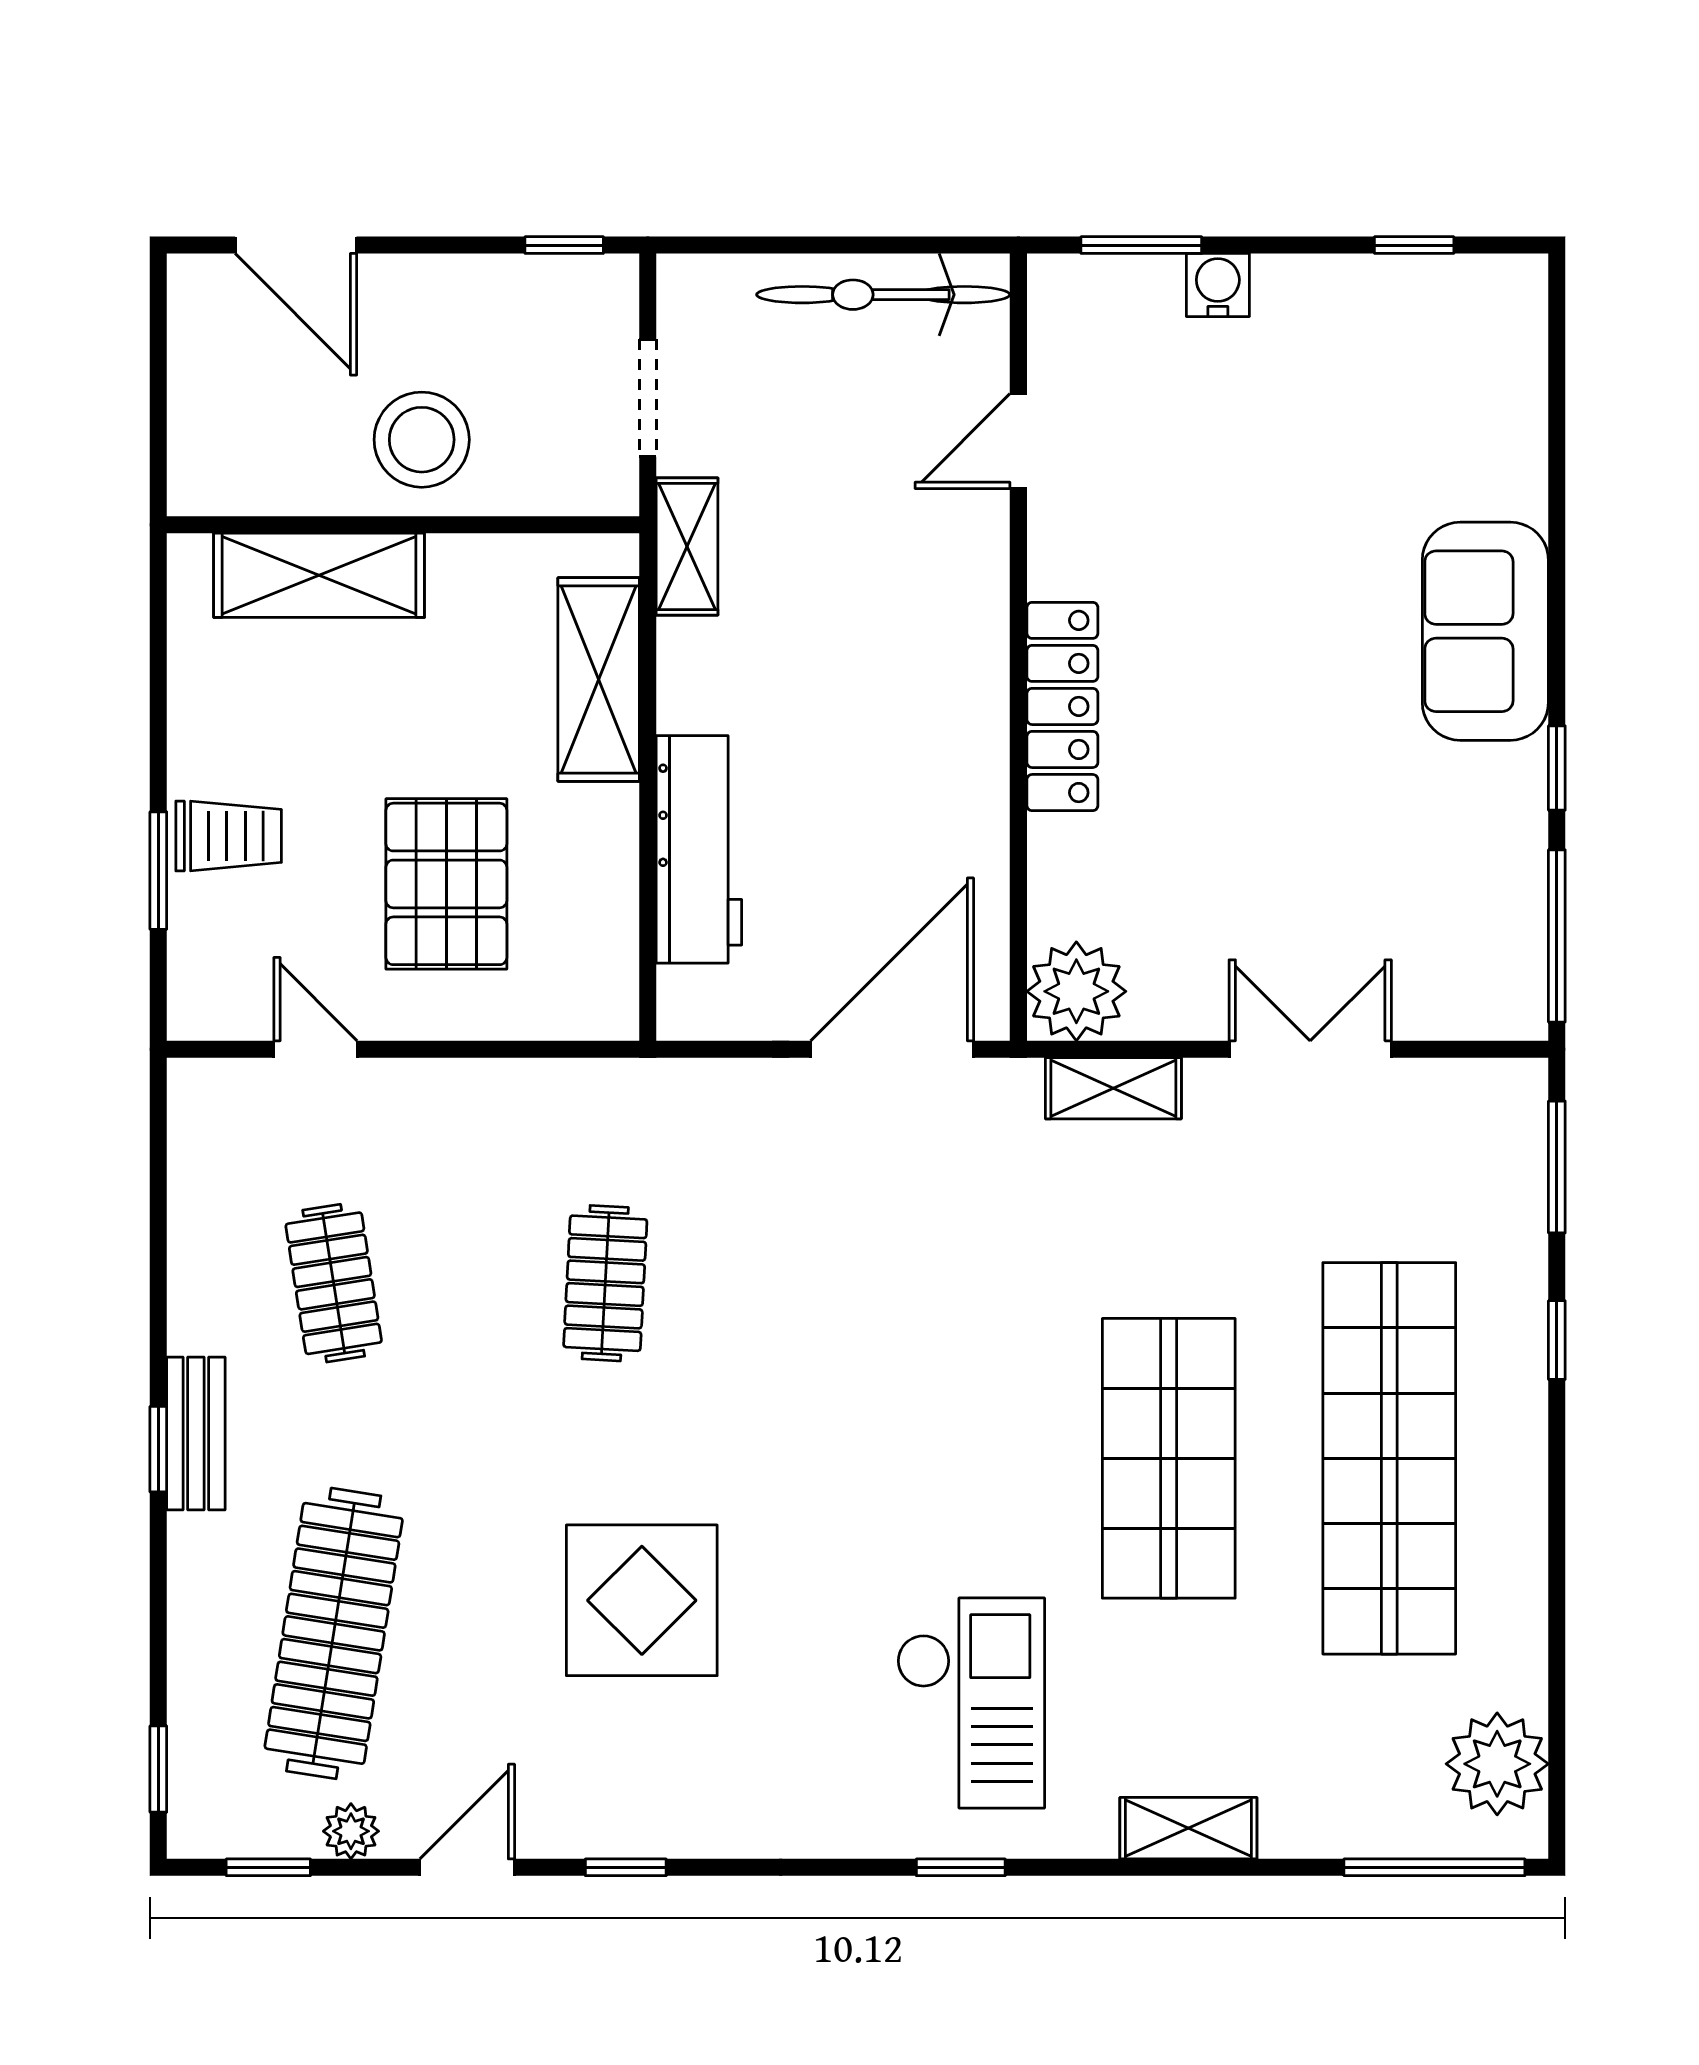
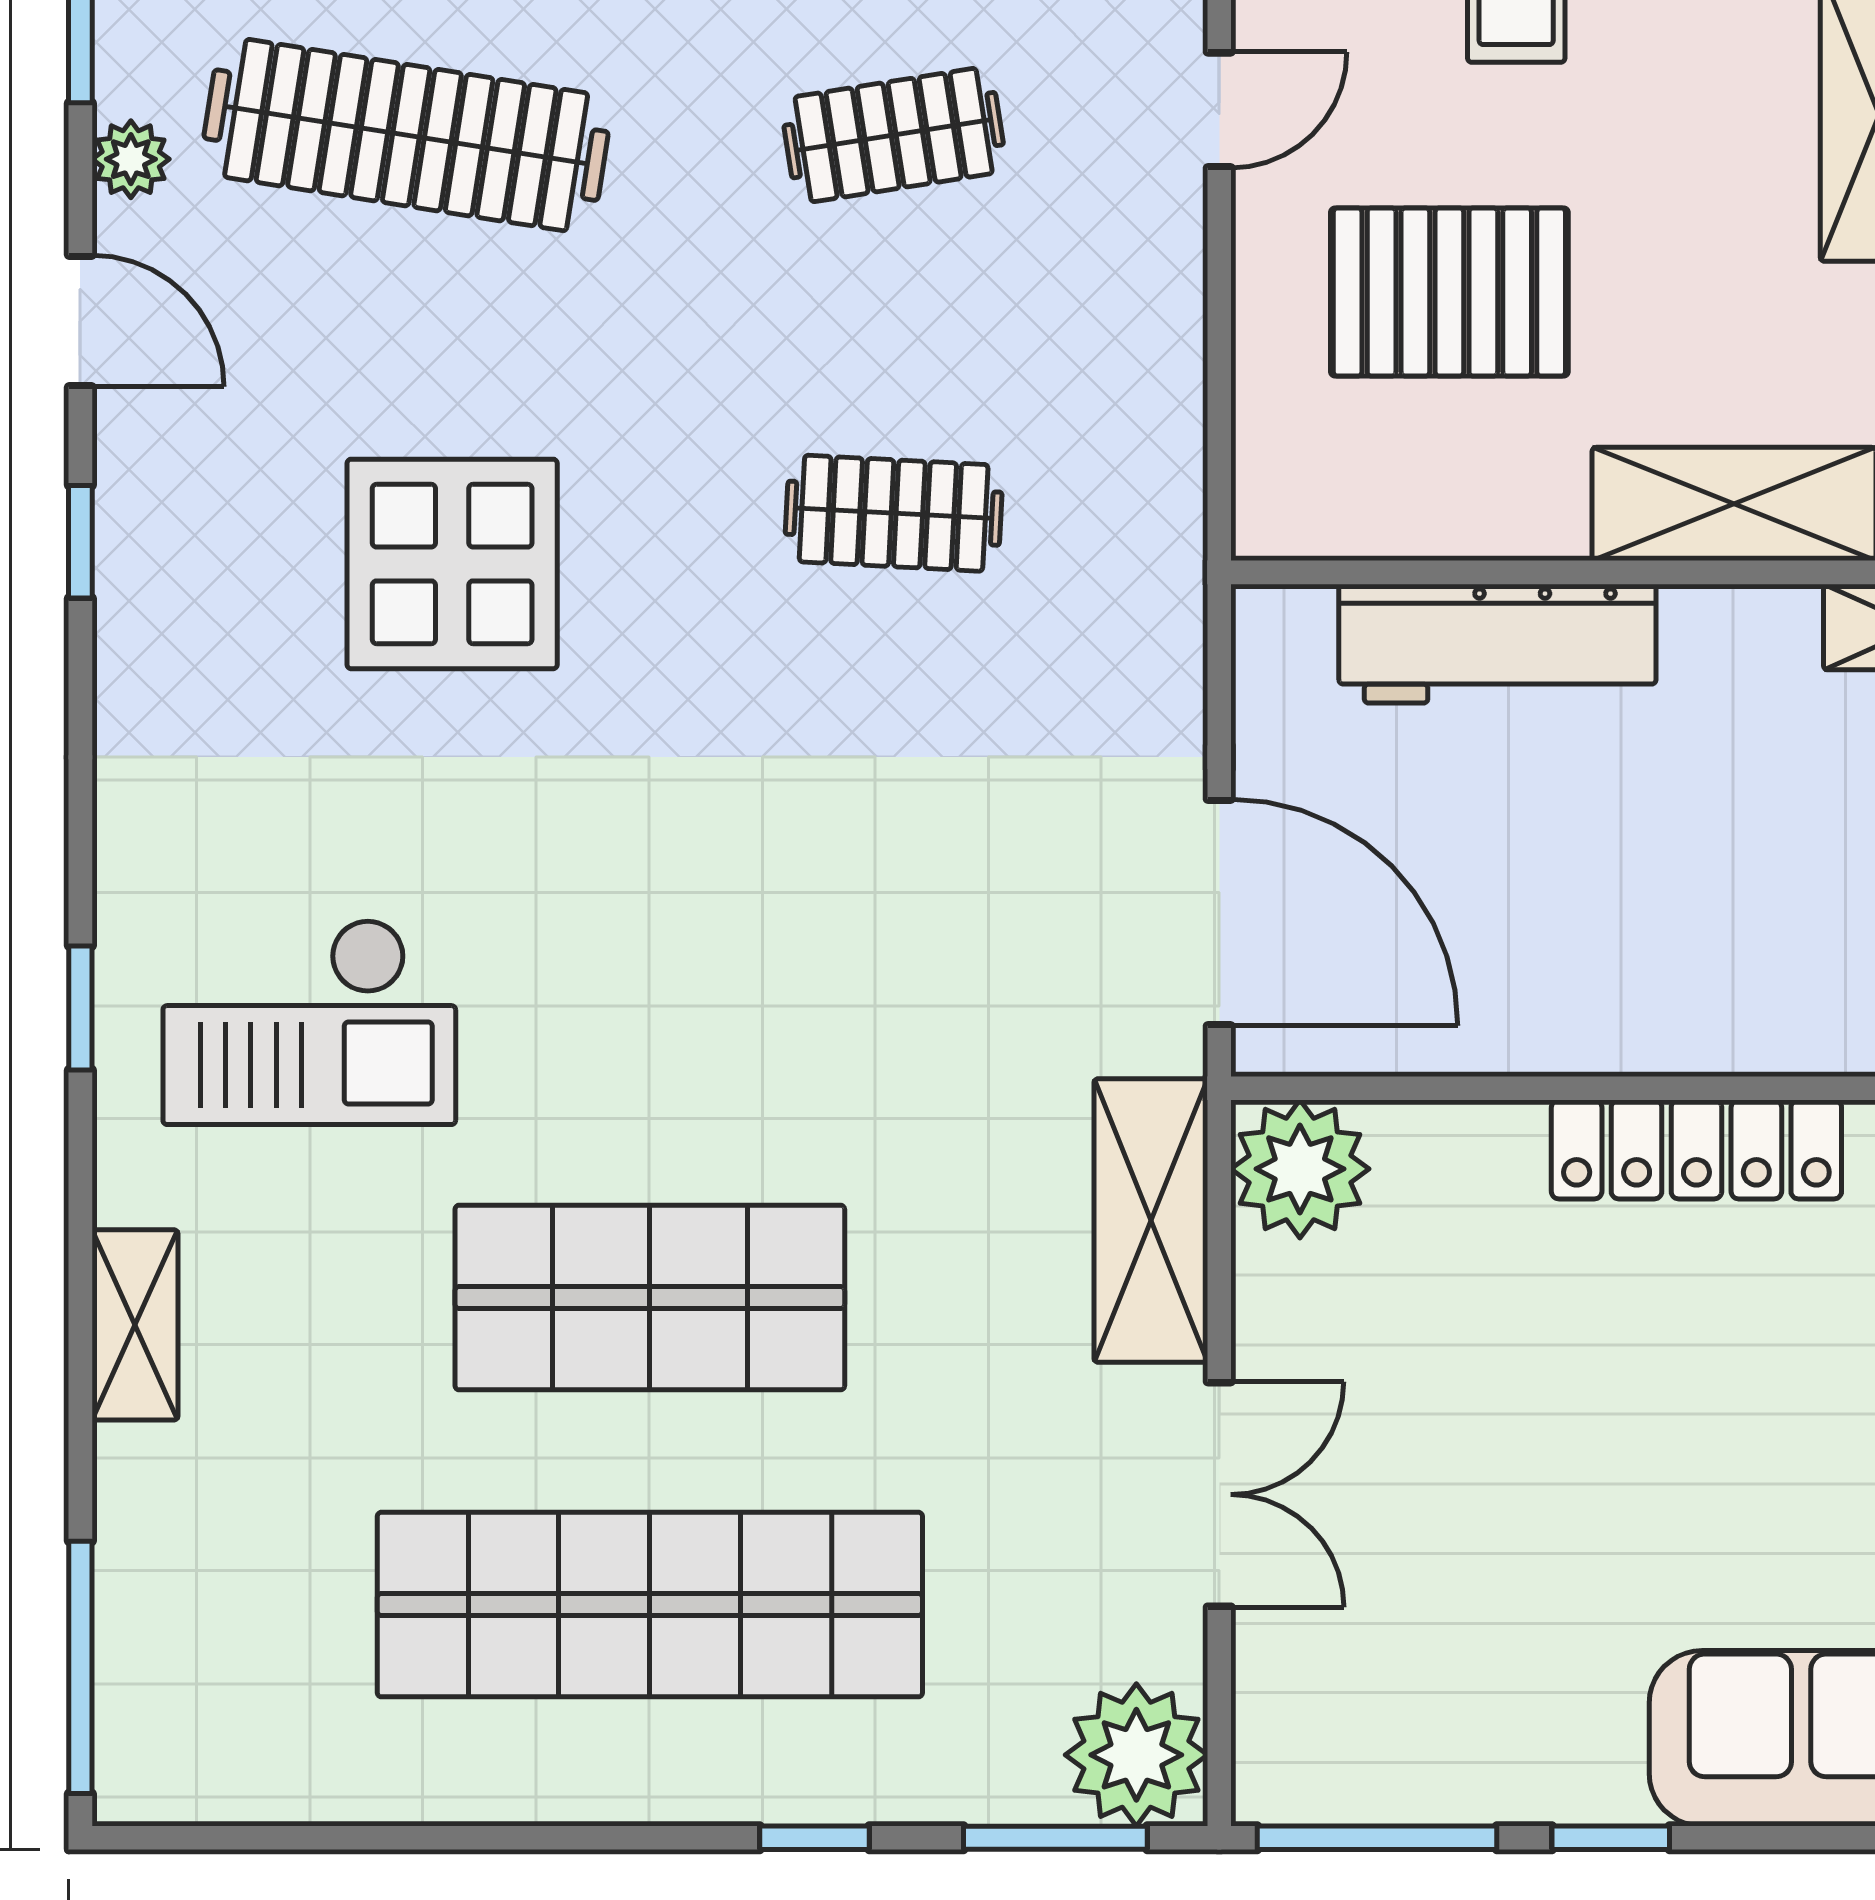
shelving: (1113, 1088) -> (1151, 1220), width x1.50, depth x1.33
plant: (1497, 1764) -> (1136, 1755), moved

